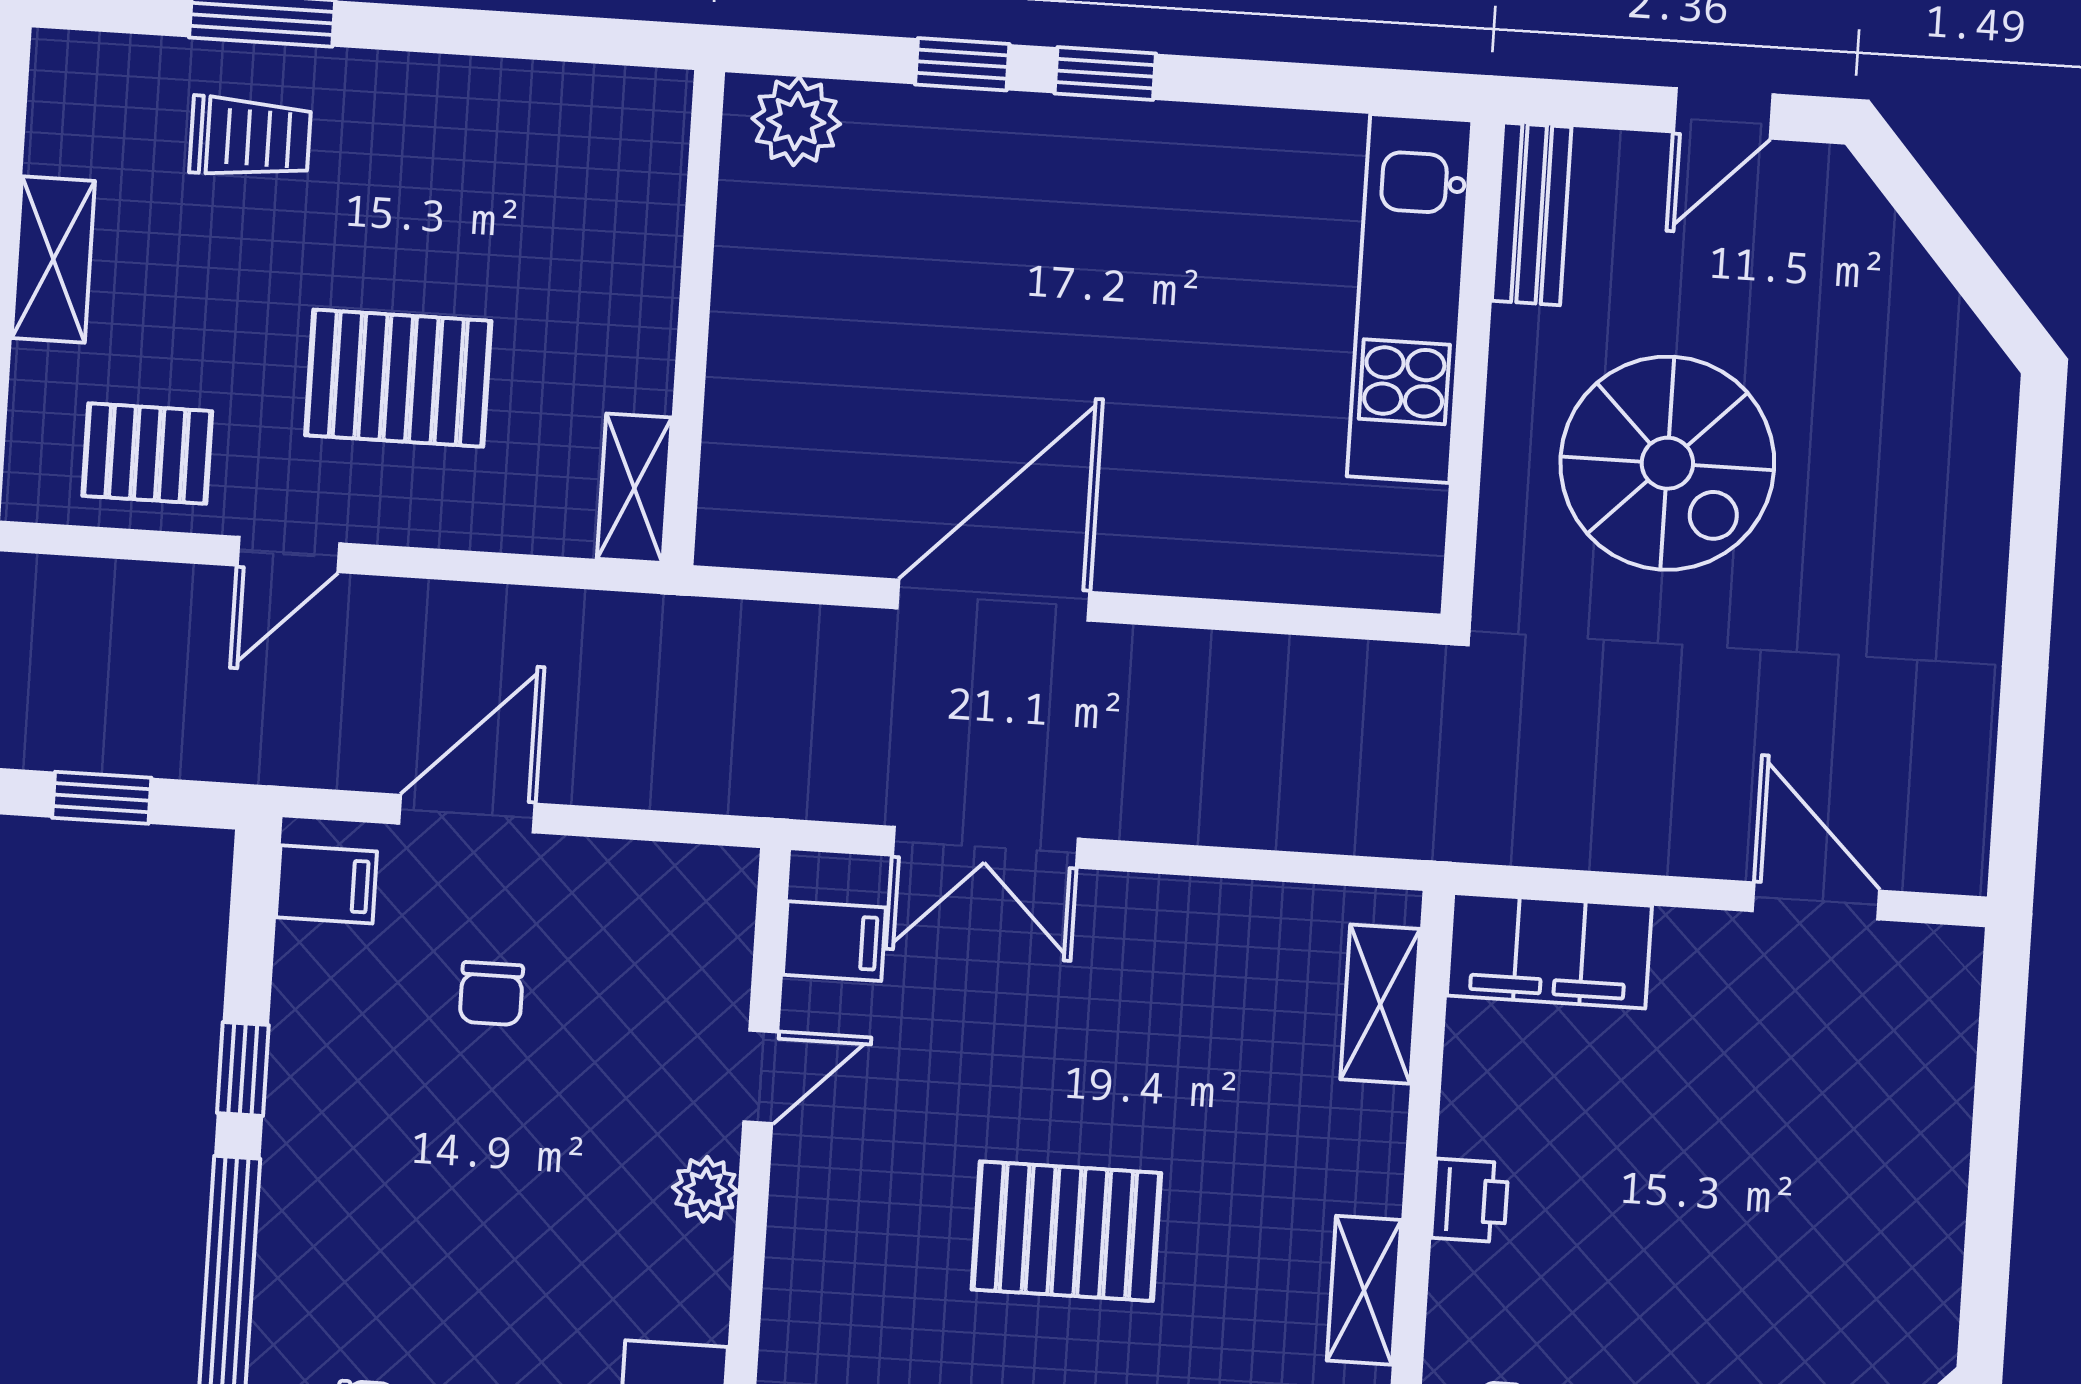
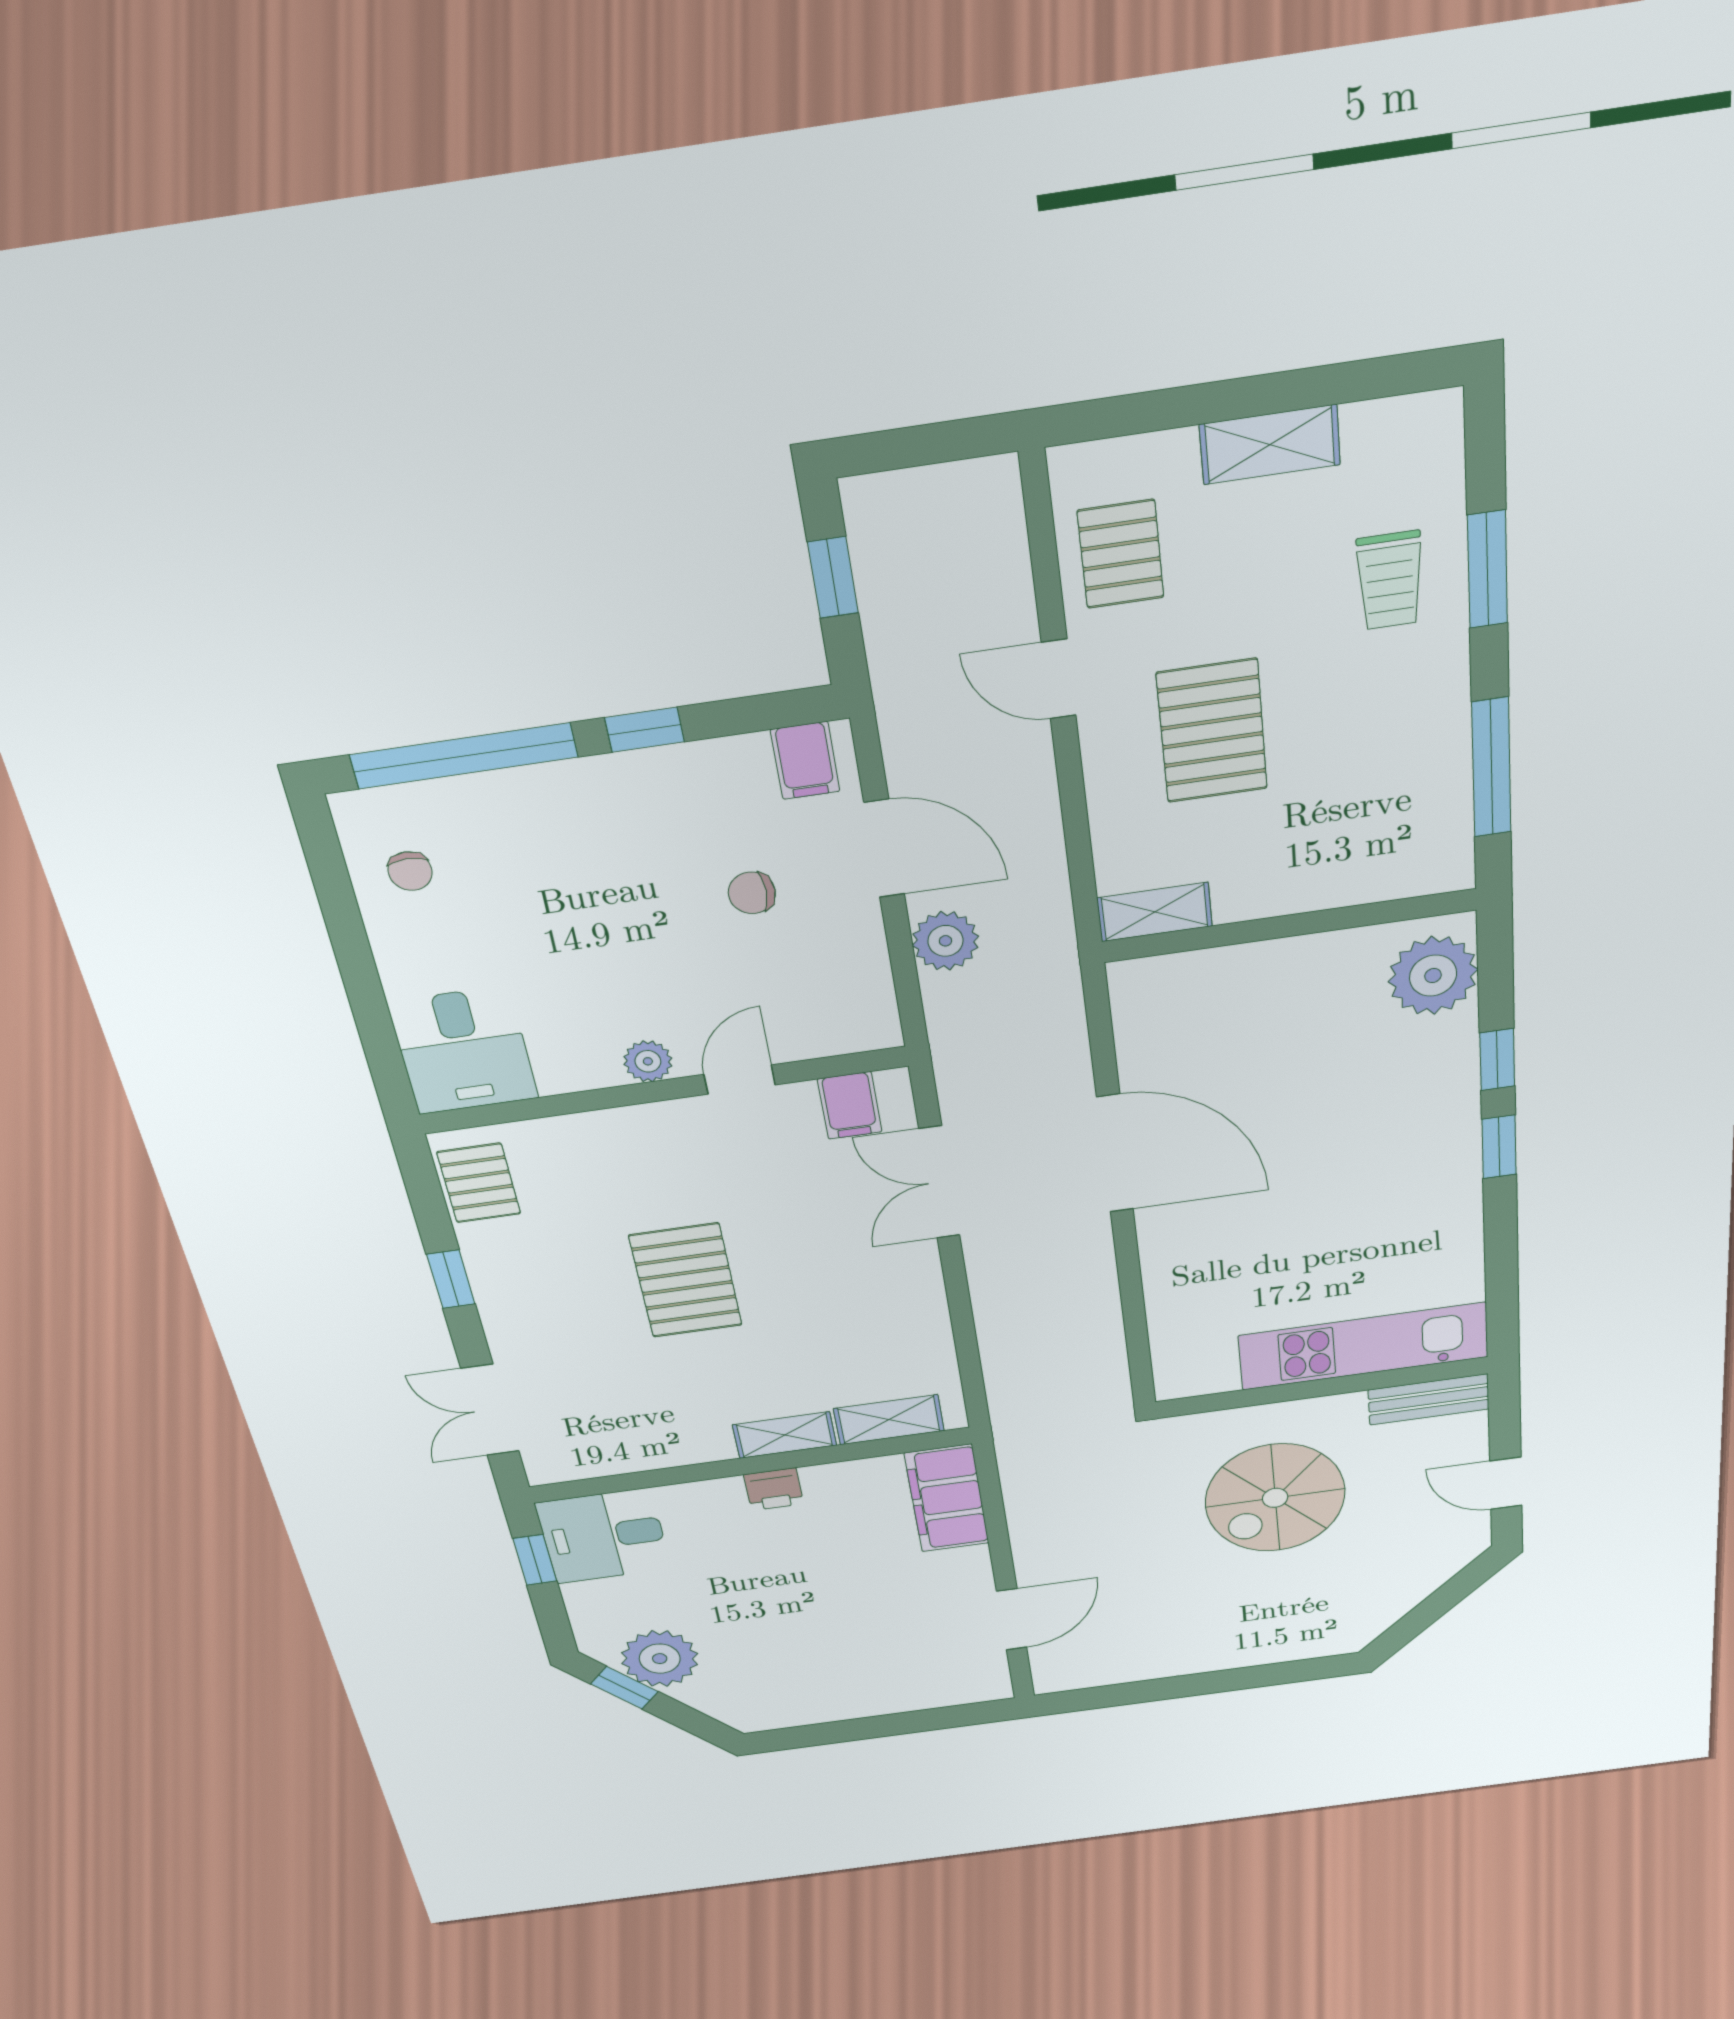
window: (526, 36) -> (1491, 768), added
plant: (796, 121) -> (1433, 976), width x1.36, depth x1.36
plant: (615, 764) -> (945, 941), added
door: (761, 1077) -> (740, 1080), swing flipped
shelving: (1364, 1290) -> (785, 1435), moved

